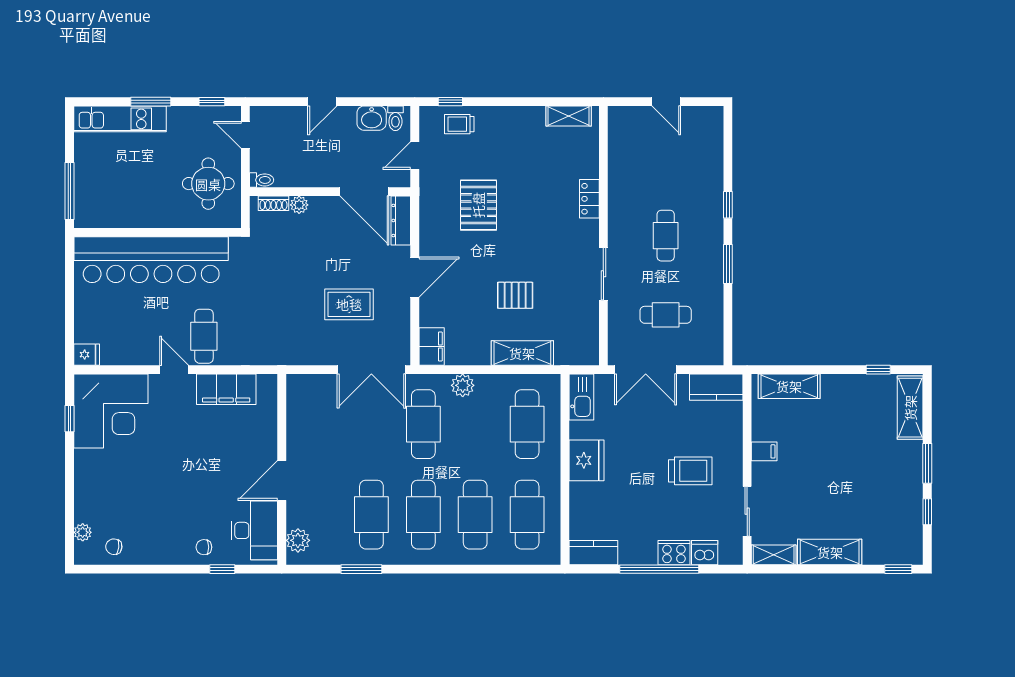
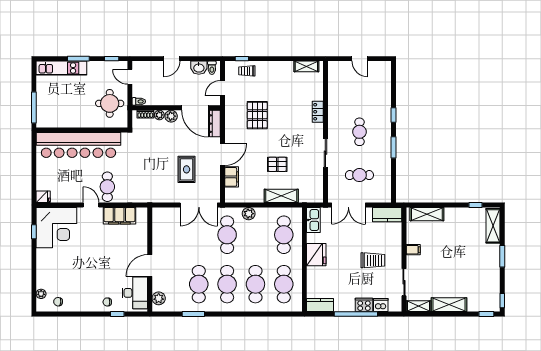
plant: (321, 207) -> (171, 116), added
rug: (349, 304) -> (187, 169), turned 90
filing cabinet: (432, 346) -> (232, 177), moved
window: (927, 512) -> (502, 301), moved

